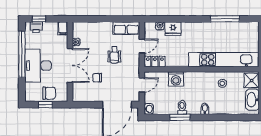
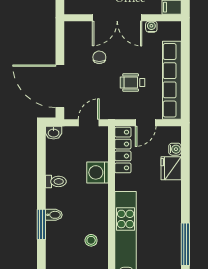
row of seats: (126, 28) -> (172, 80), width x2.02
door: (142, 46) -> (146, 123), hinge flipped
locker: (155, 62) -> (123, 150), width x1.53
door: (142, 85) -> (89, 123), swing flipped
window: (180, 117) -> (41, 224), moved

